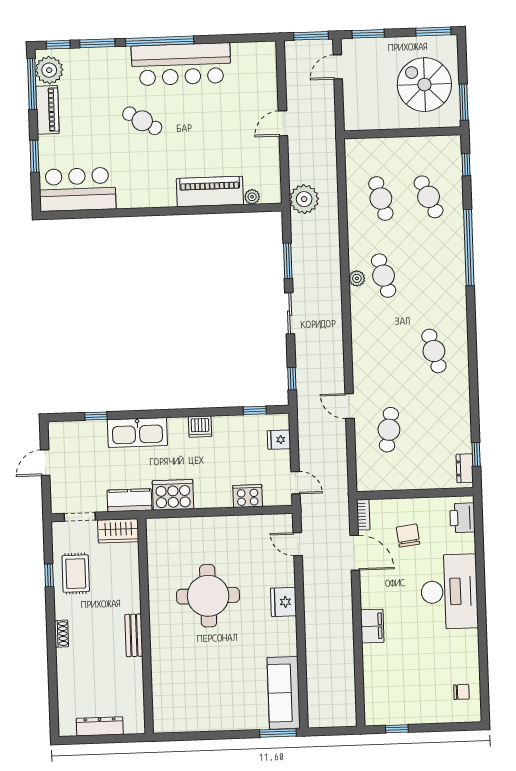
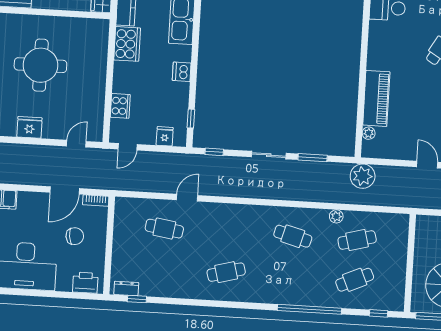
cafe table: (384, 276) -> (293, 236), turned 30
plant: (357, 278) -> (336, 216), moved

